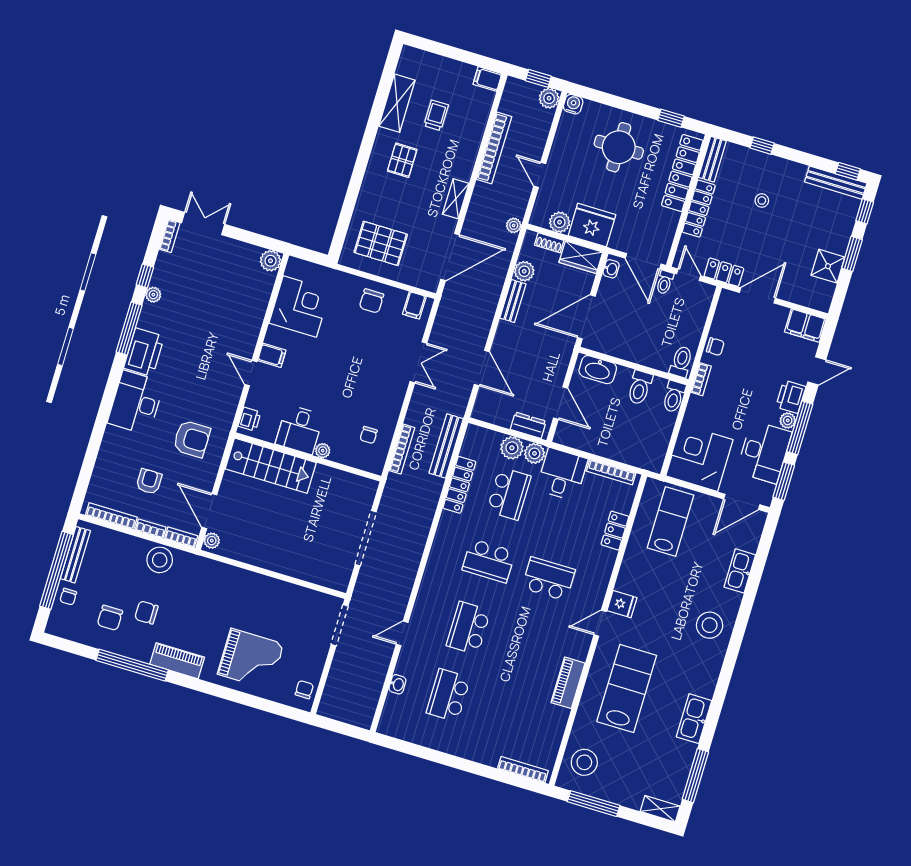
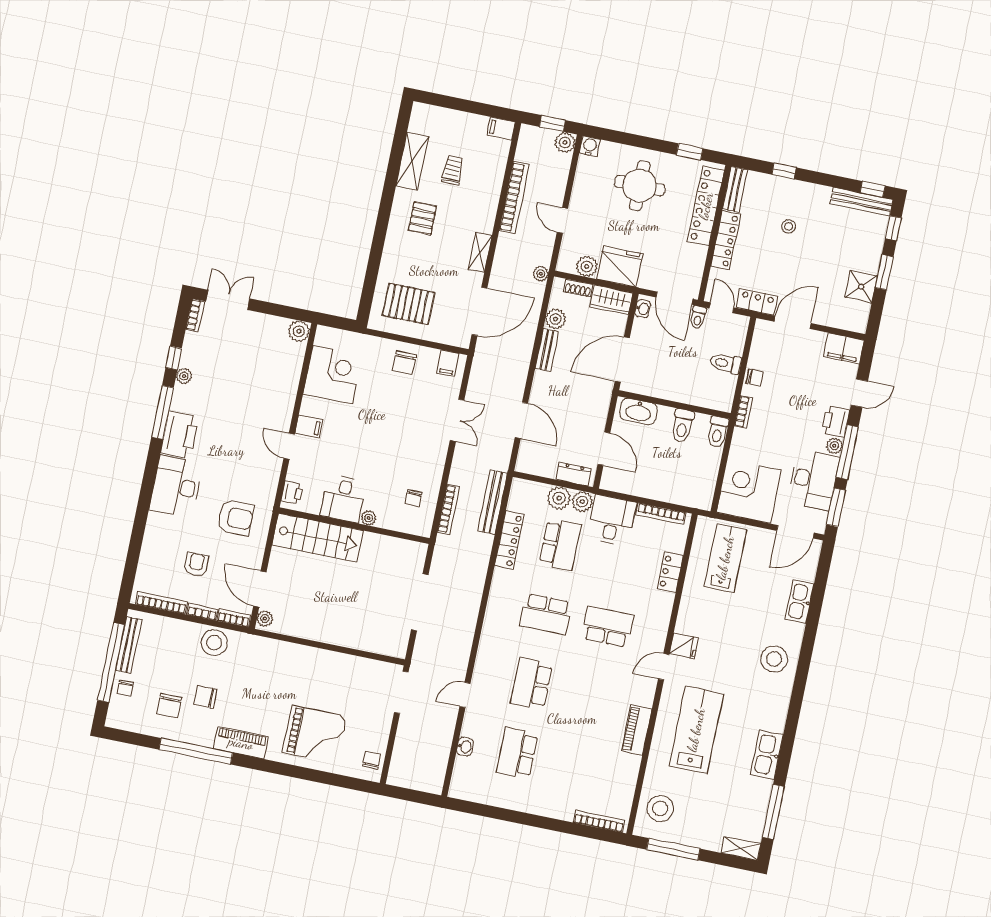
toilet: (681, 362) -> (726, 363), moved, turned -90

